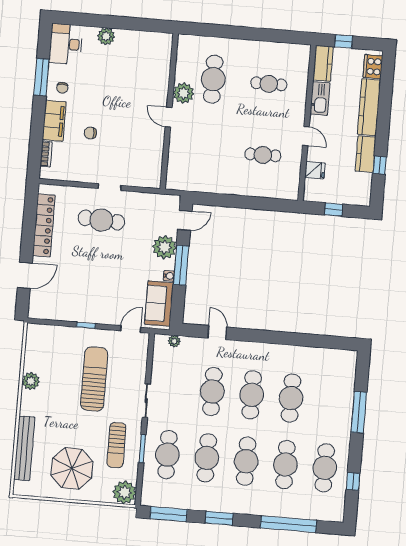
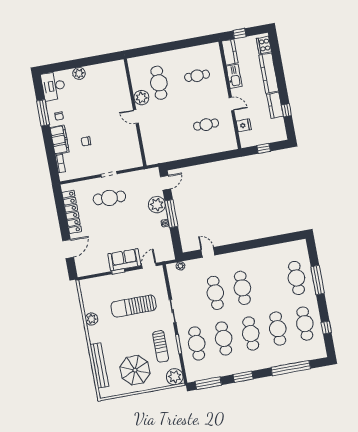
sofa: (159, 304) -> (124, 260), moved, turned 90
sun lounger: (94, 379) -> (134, 306), turned -90
cafe table: (291, 398) -> (296, 278), moved

